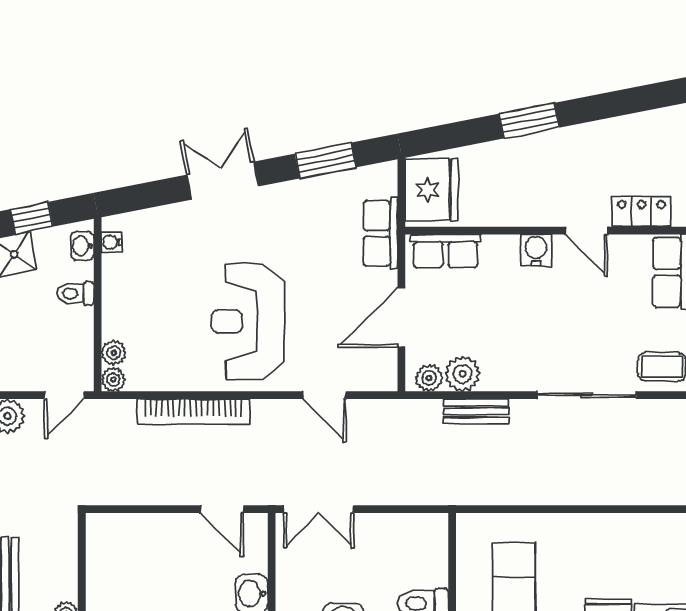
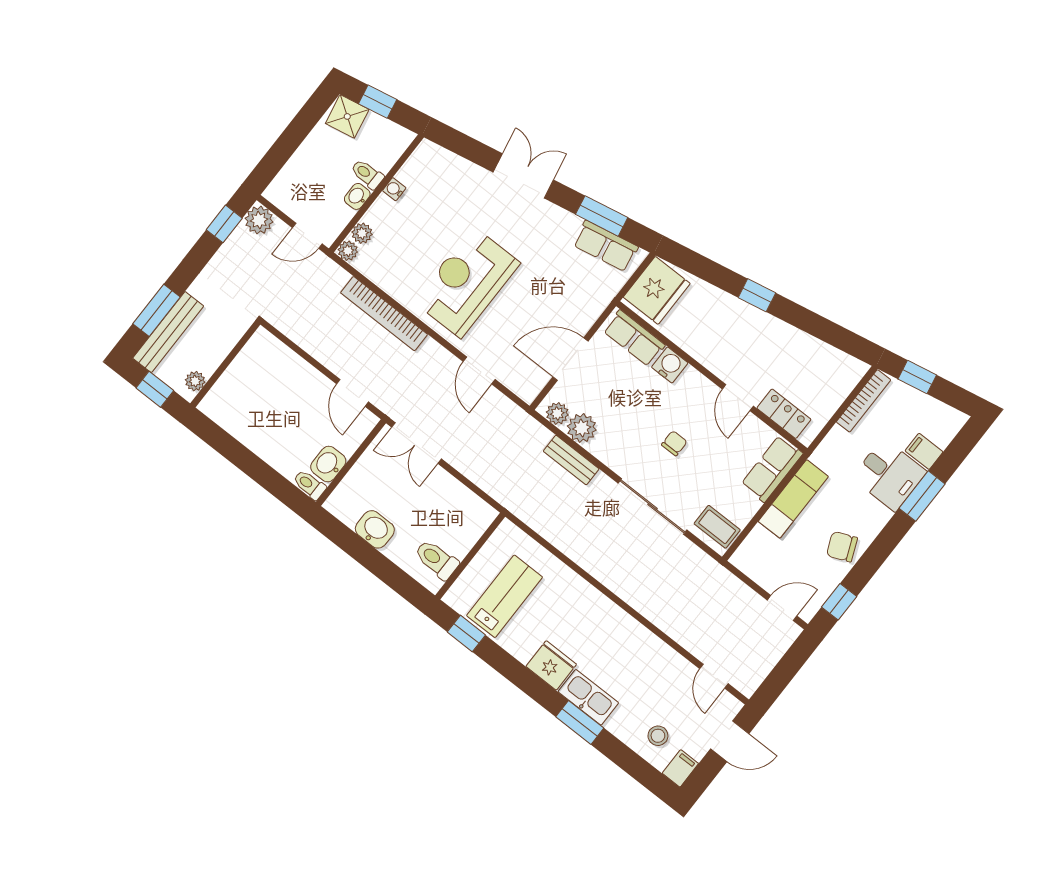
window: (529, 121) -> (757, 295), width x0.67
row of seats: (381, 233) -> (606, 246), moved, turned -101
water cooler: (112, 242) -> (394, 189), moved
washbasin: (82, 246) -> (357, 196), moved
water cooler: (536, 250) -> (670, 365), moved
chair: (560, 320) -> (674, 443), added

